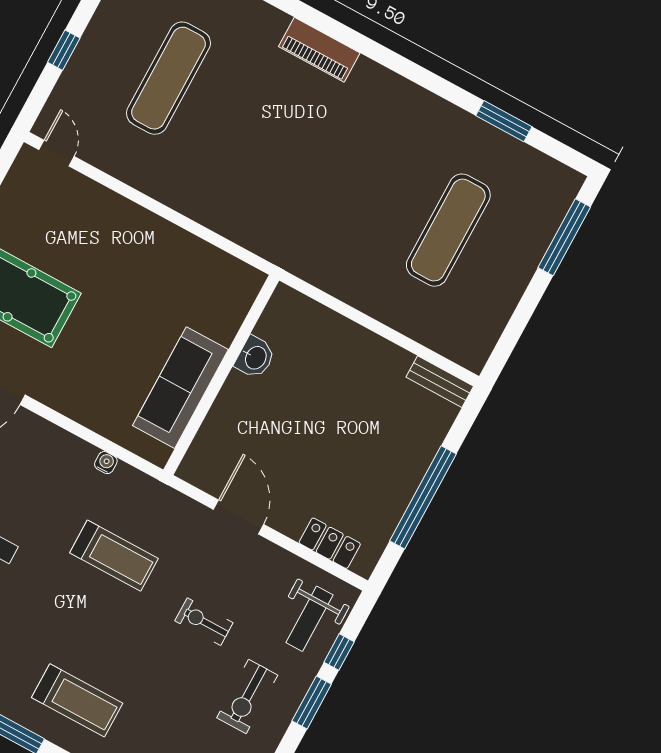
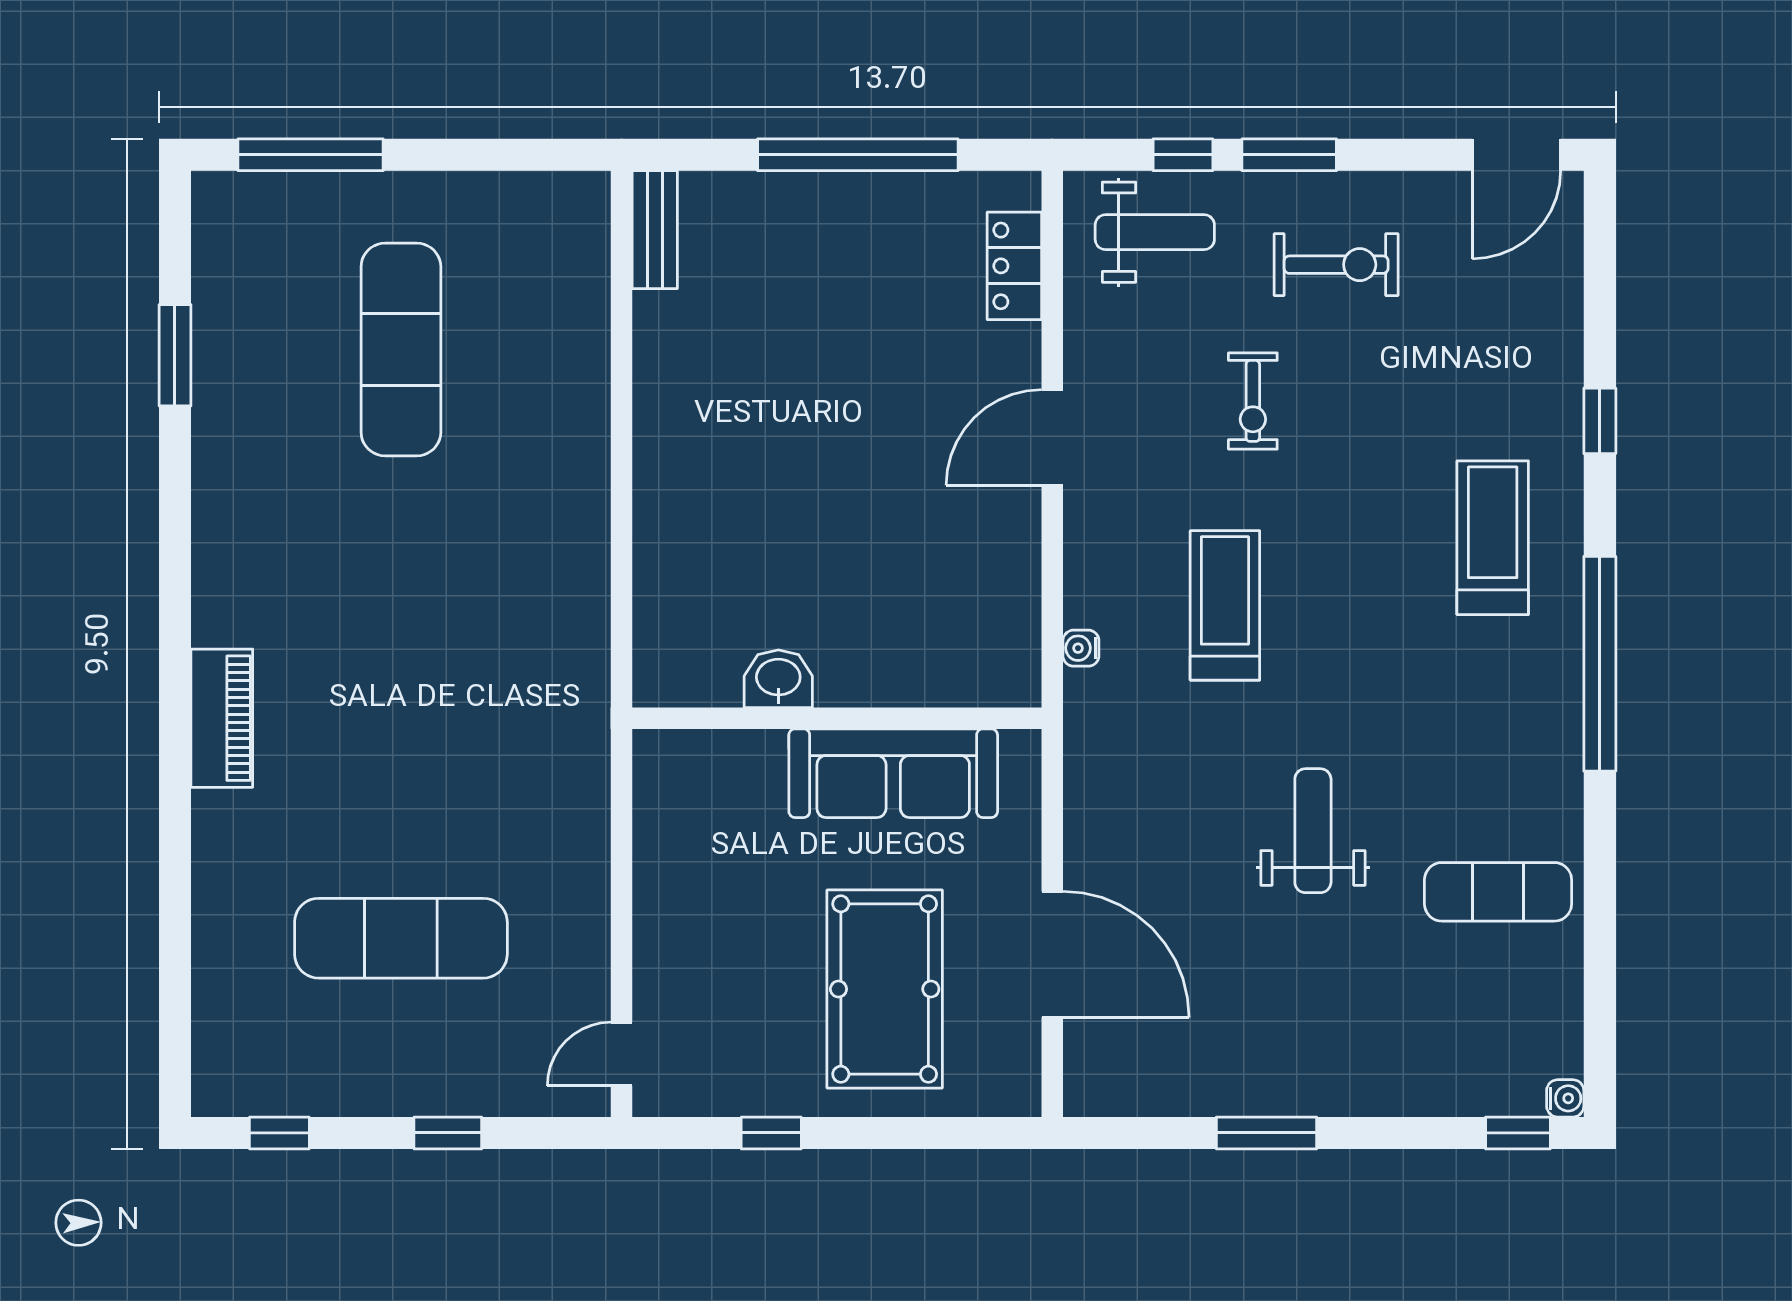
exercise mat: (448, 230) -> (401, 349), turned 90
washbasin: (255, 357) -> (778, 679), moved
wall: (221, 375) -> (837, 718), moved
sofa: (180, 388) -> (893, 773), moved
water cooler: (106, 463) -> (1081, 648), moved

